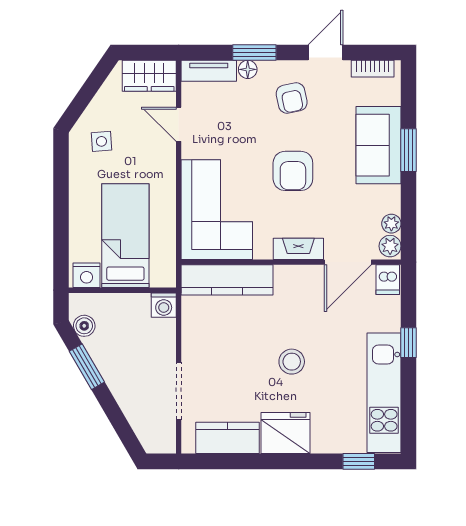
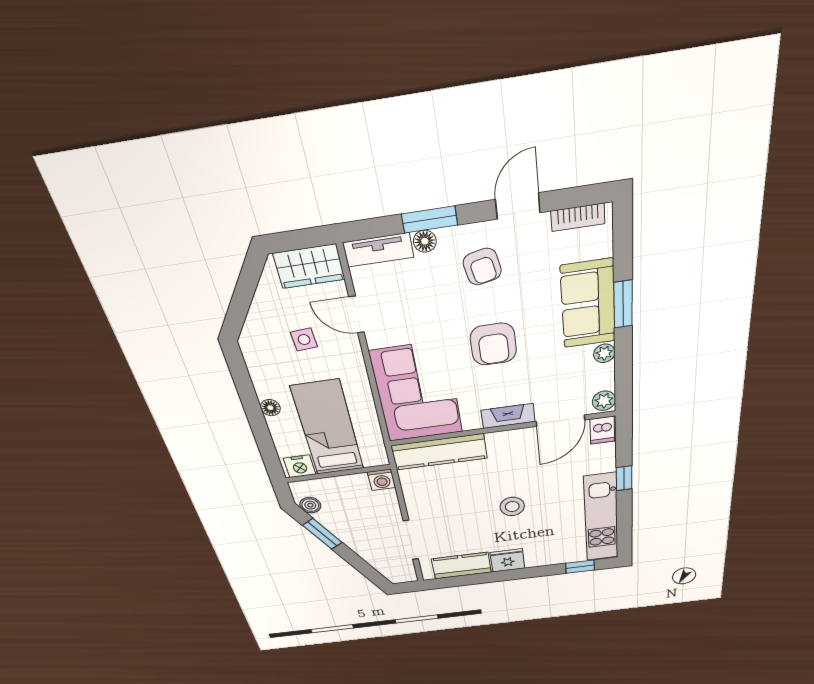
side table: (101, 141) -> (304, 339), moved
floor lamp: (78, 204) -> (270, 408), added
plant: (391, 224) -> (604, 353), moved
fridge: (286, 433) -> (507, 560), width x0.73, depth x0.75

